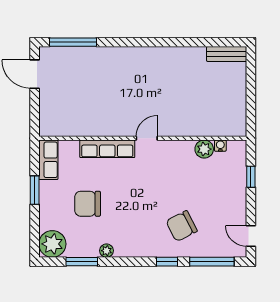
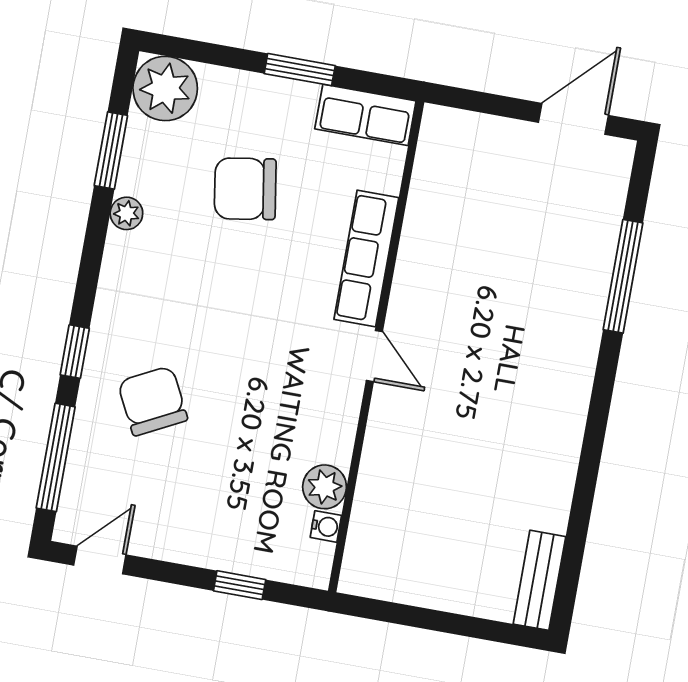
window: (73, 42) -> (623, 276), moved
chair: (88, 204) -> (245, 189), turned -99

